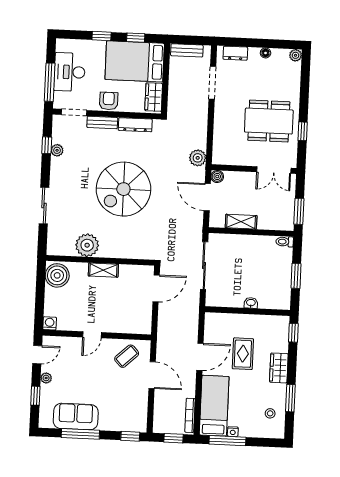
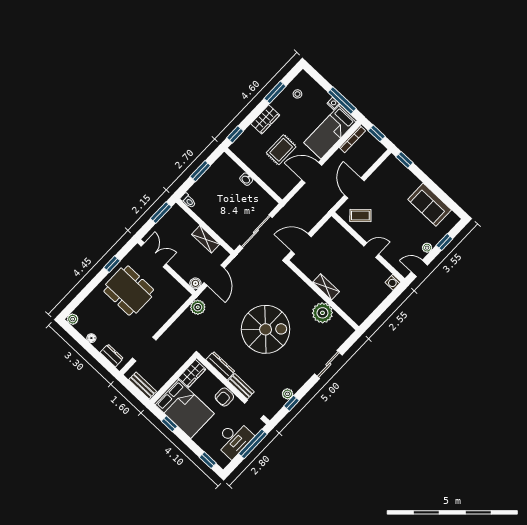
window: (102, 36) -> (208, 460), moved
boiler: (57, 275) -> (360, 310), removed
window: (80, 434) -> (437, 190), removed

